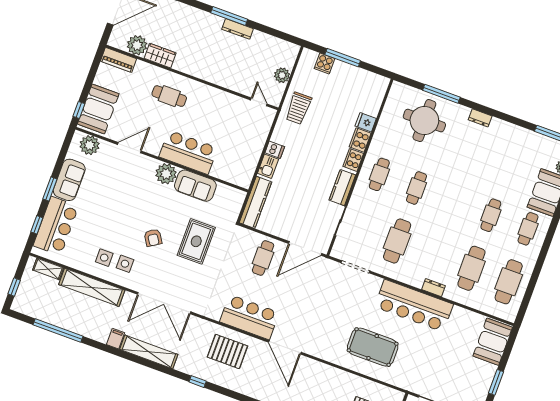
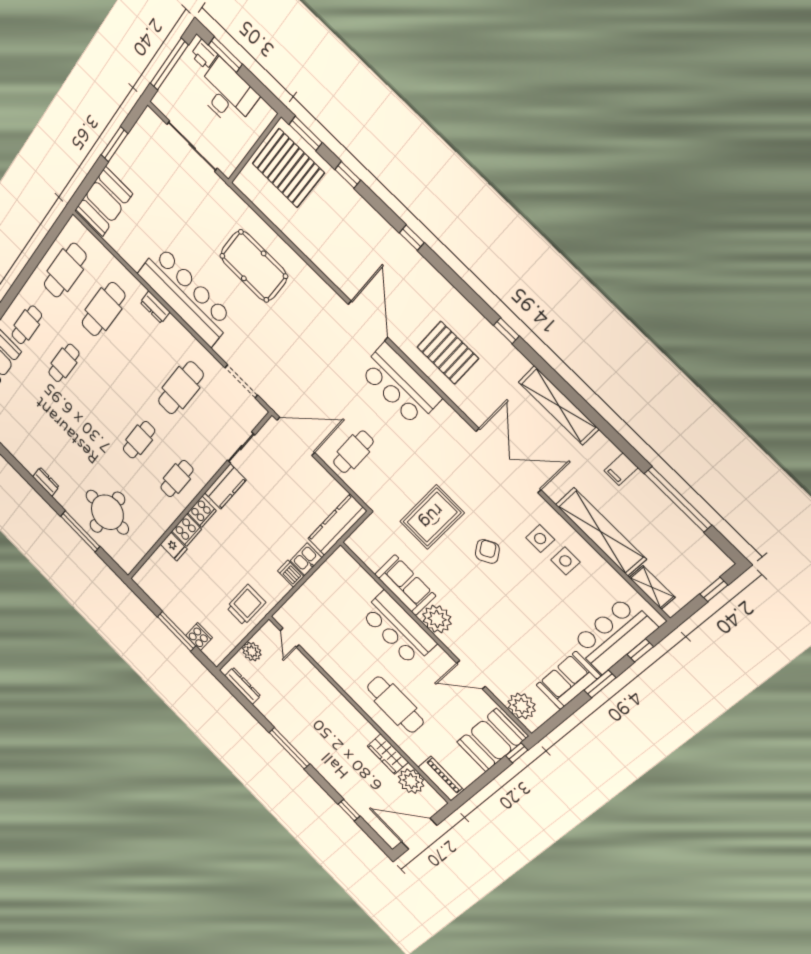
dresser: (238, 29) -> (243, 686), moved
cafe table: (169, 96) -> (395, 705), width x1.37, depth x1.35
filing cabinet: (116, 339) -> (621, 469), moved

